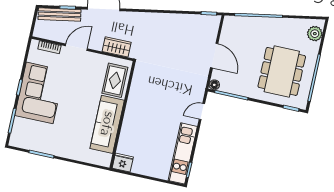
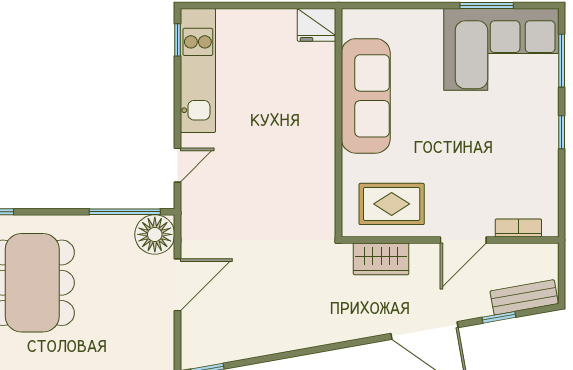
bench: (59, 14) -> (524, 297), width x0.73
door: (214, 56) -> (178, 285), swing flipped
rug: (115, 80) -> (392, 204), moved, turned 90
floor lamp: (214, 85) -> (155, 234), width x1.89, depth x1.89
corner sofa: (40, 93) -> (501, 49), moved, turned -90

